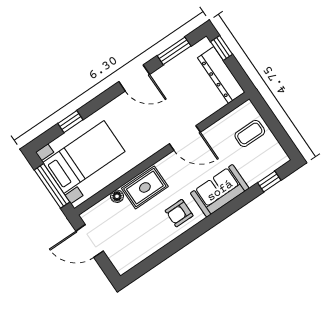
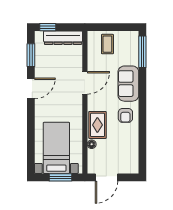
window: (70, 122) -> (31, 142), removed
window: (269, 181) -> (142, 52), width x2.17
window: (52, 186) -> (60, 177), width x0.69

